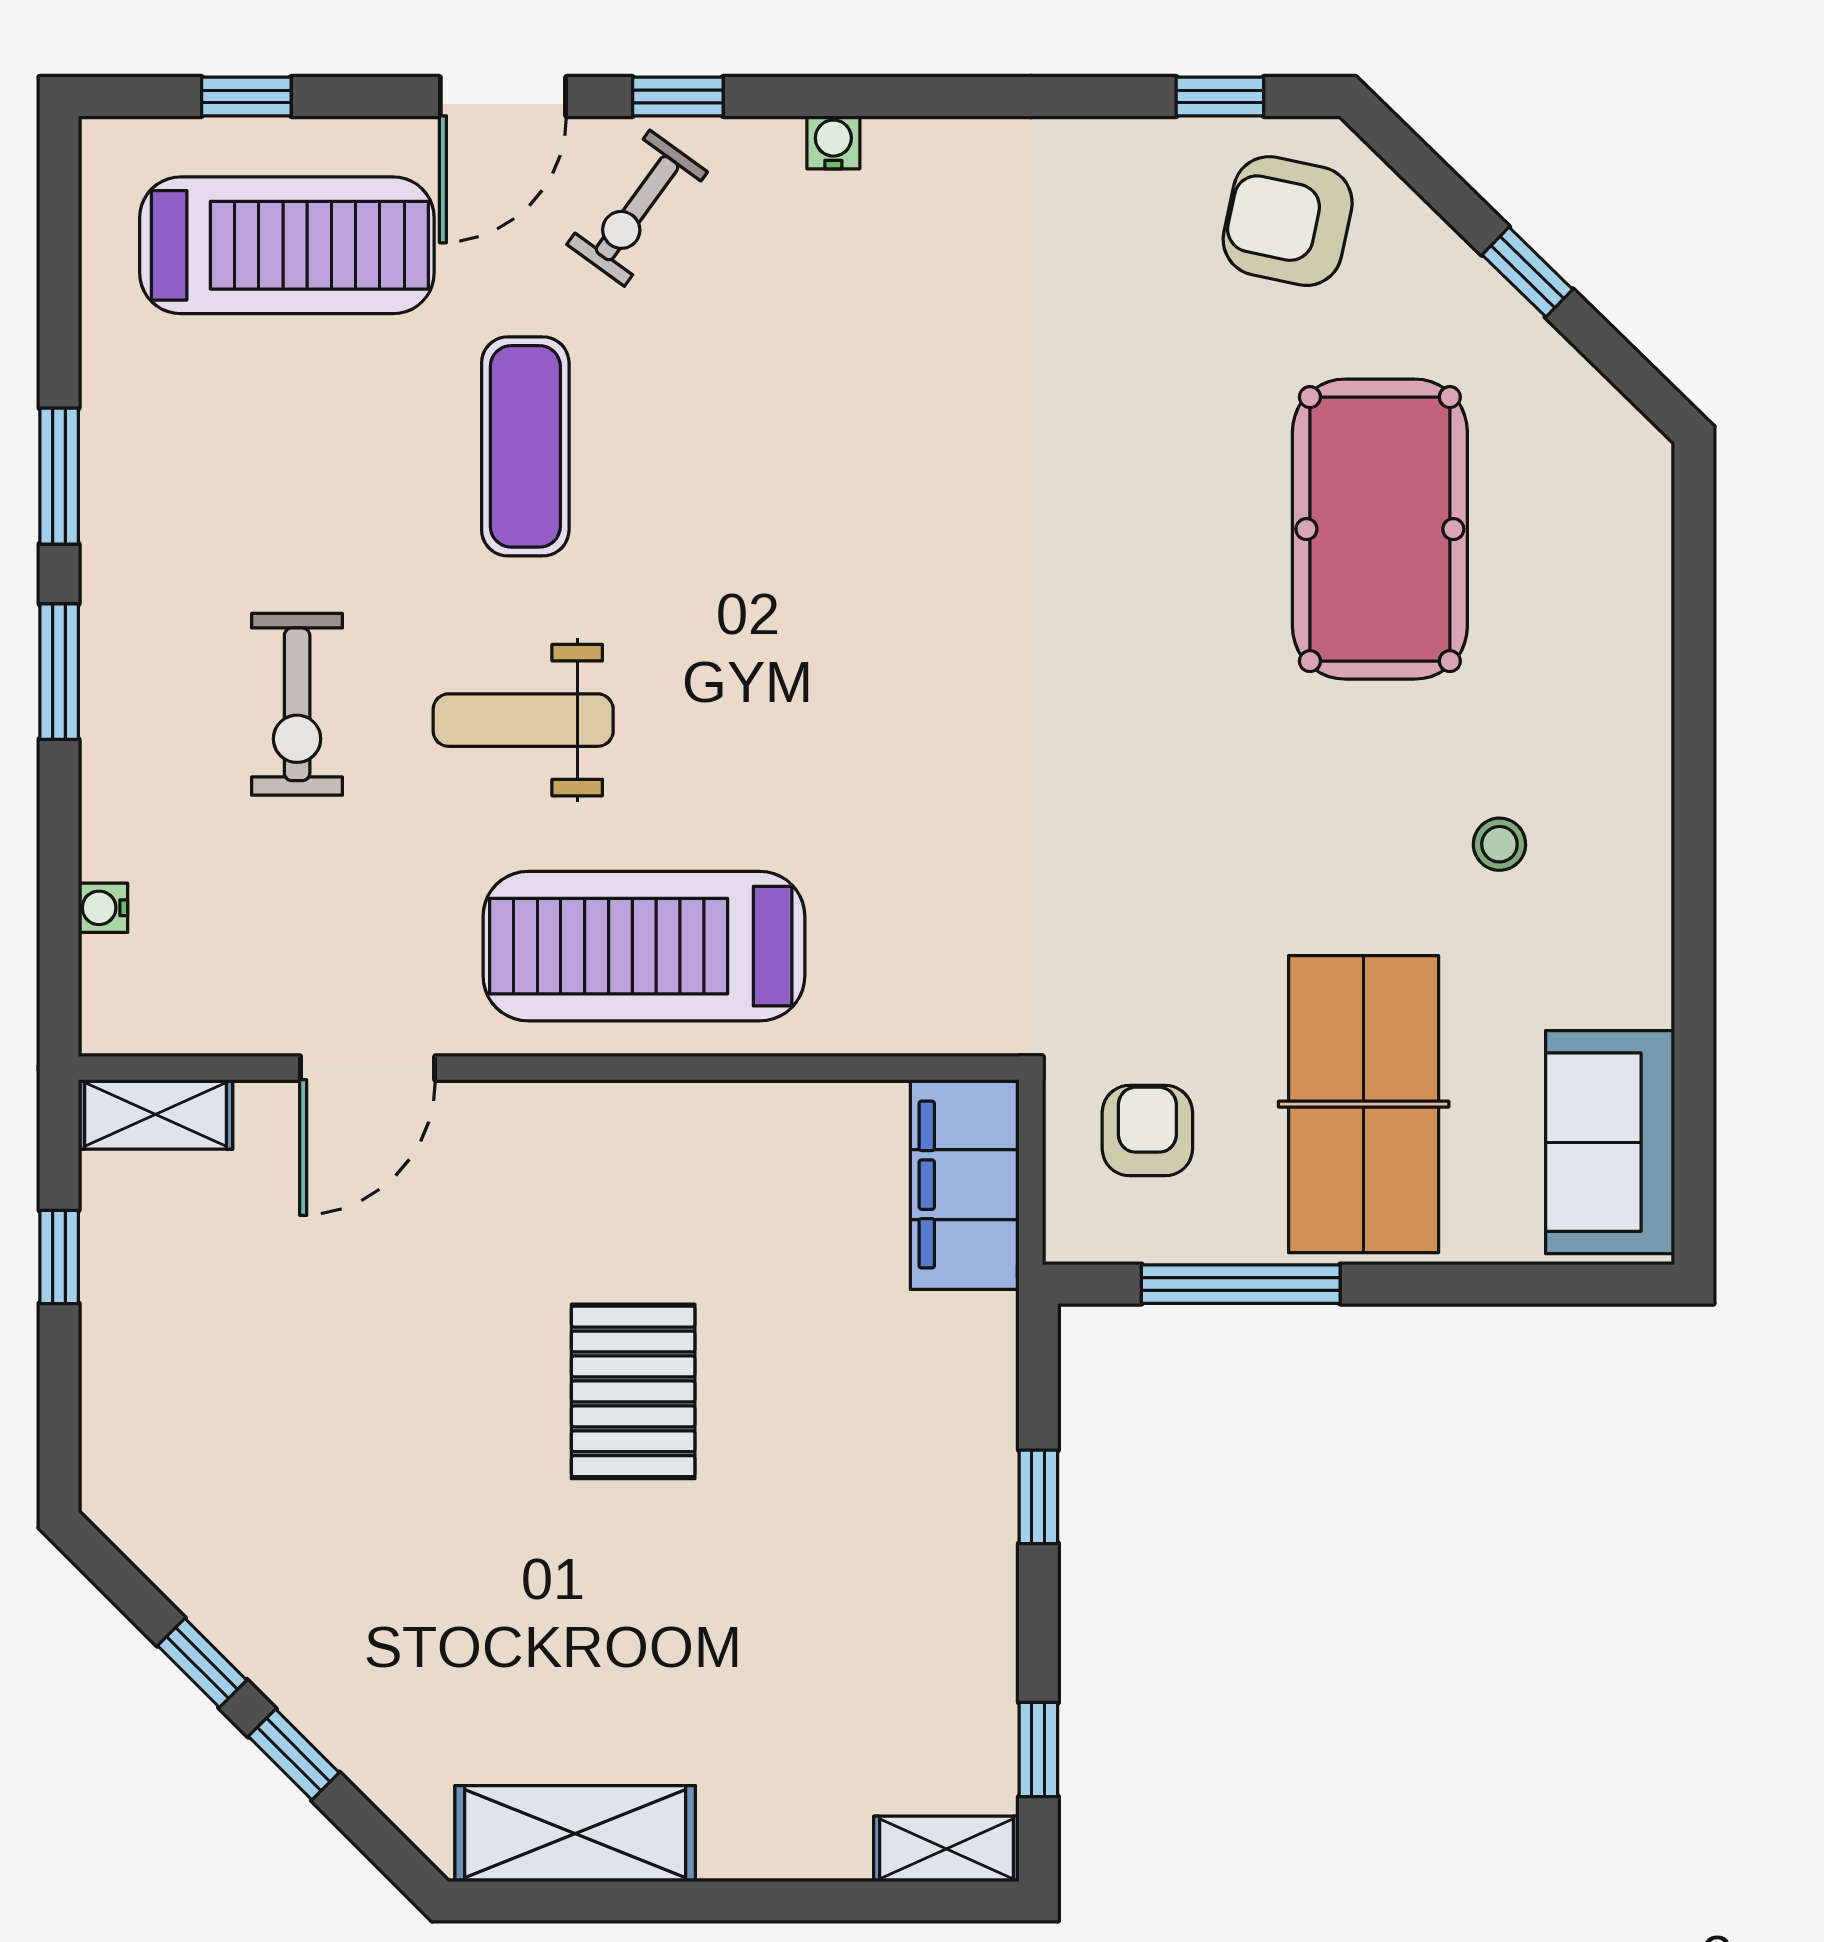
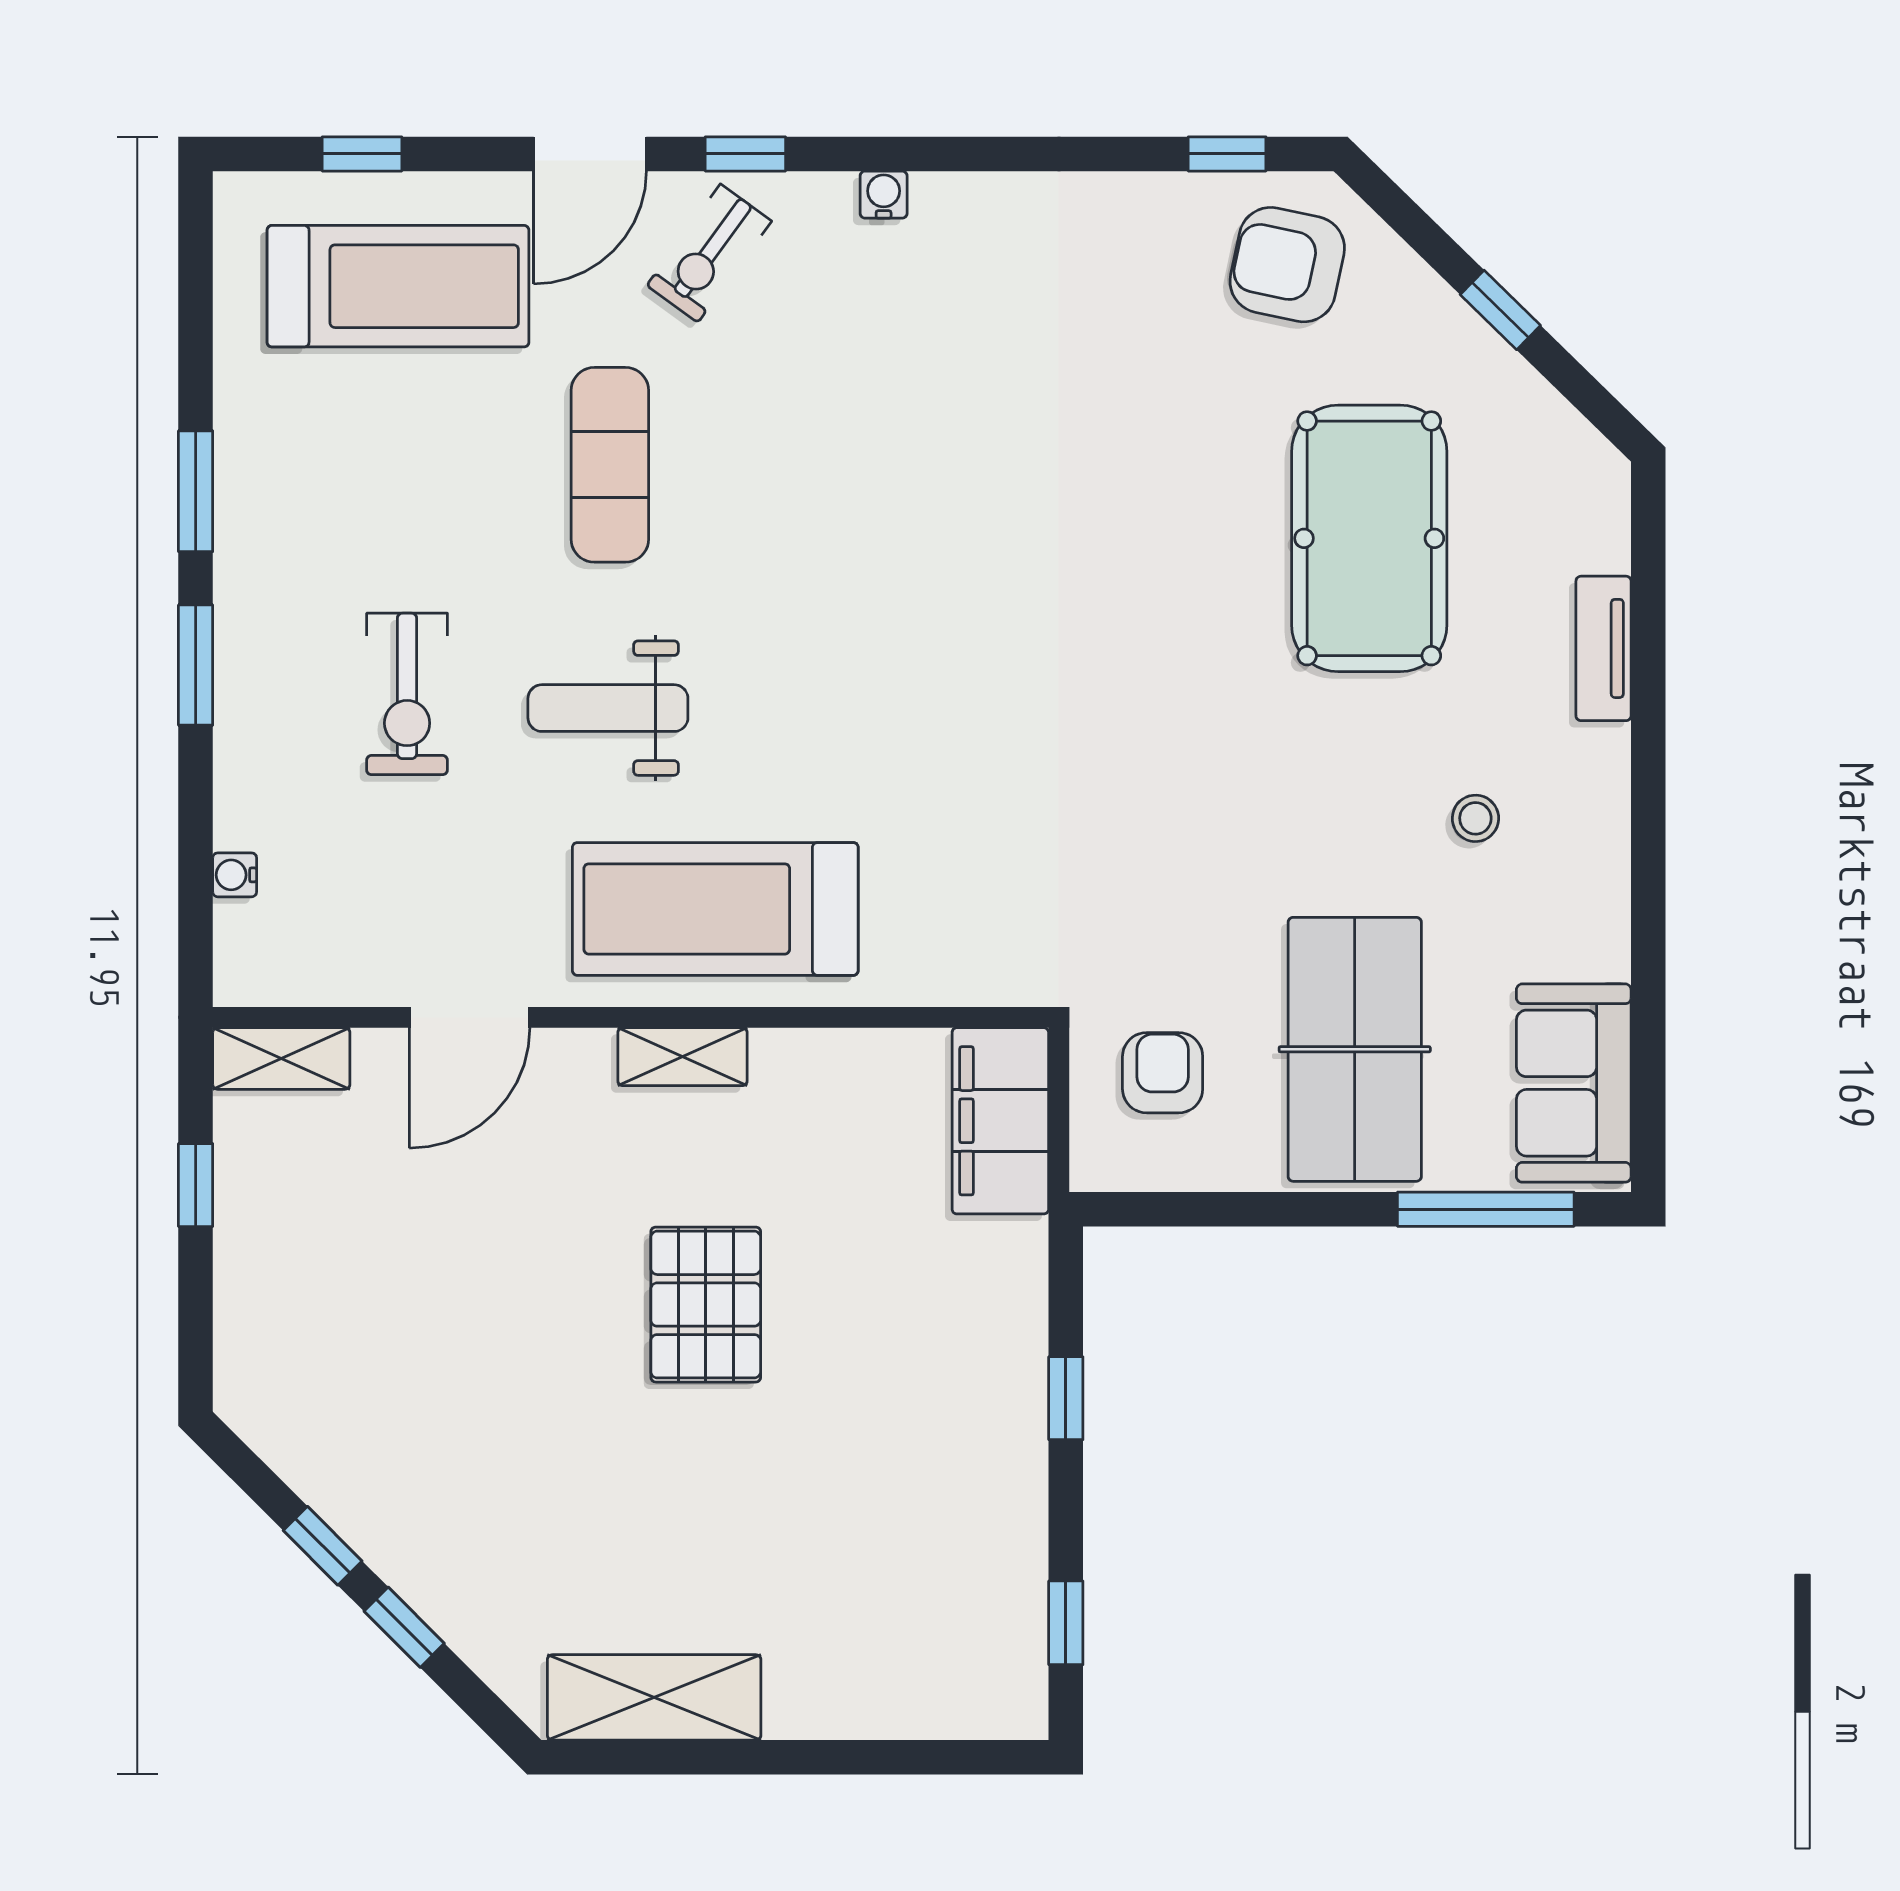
tv unit: (1644, 653) -> (1604, 648), added
window: (1241, 1284) -> (1486, 1209), moved
shelving: (946, 1849) -> (683, 1057), moved

